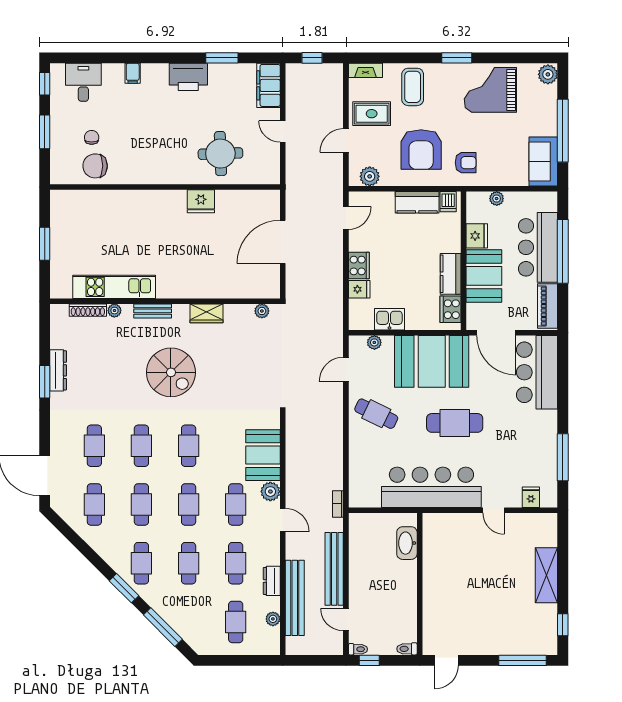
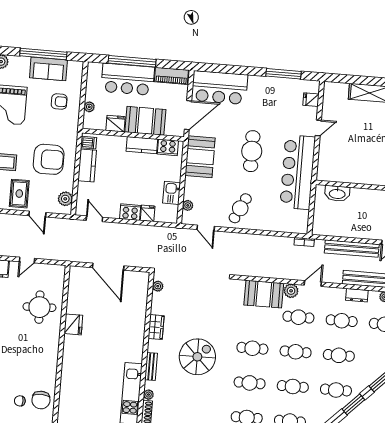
sofa: (543, 162) -> (48, 69), moved
armchair: (466, 163) -> (59, 102), moved, turned 90
booth: (432, 361) -> (200, 157), width x0.73, depth x0.70

